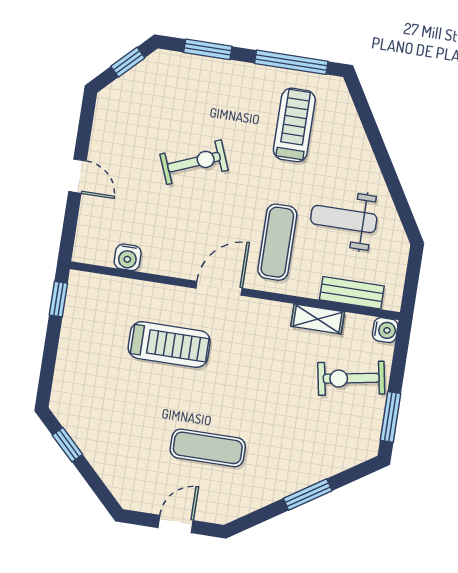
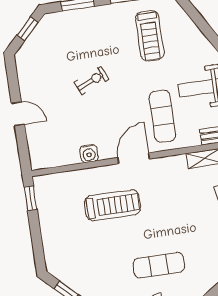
treadmill: (294, 125) -> (150, 36), turned 180
exercise bike: (194, 162) -> (91, 81), width x0.73, depth x0.72
water cooler: (128, 257) -> (89, 153), moved

